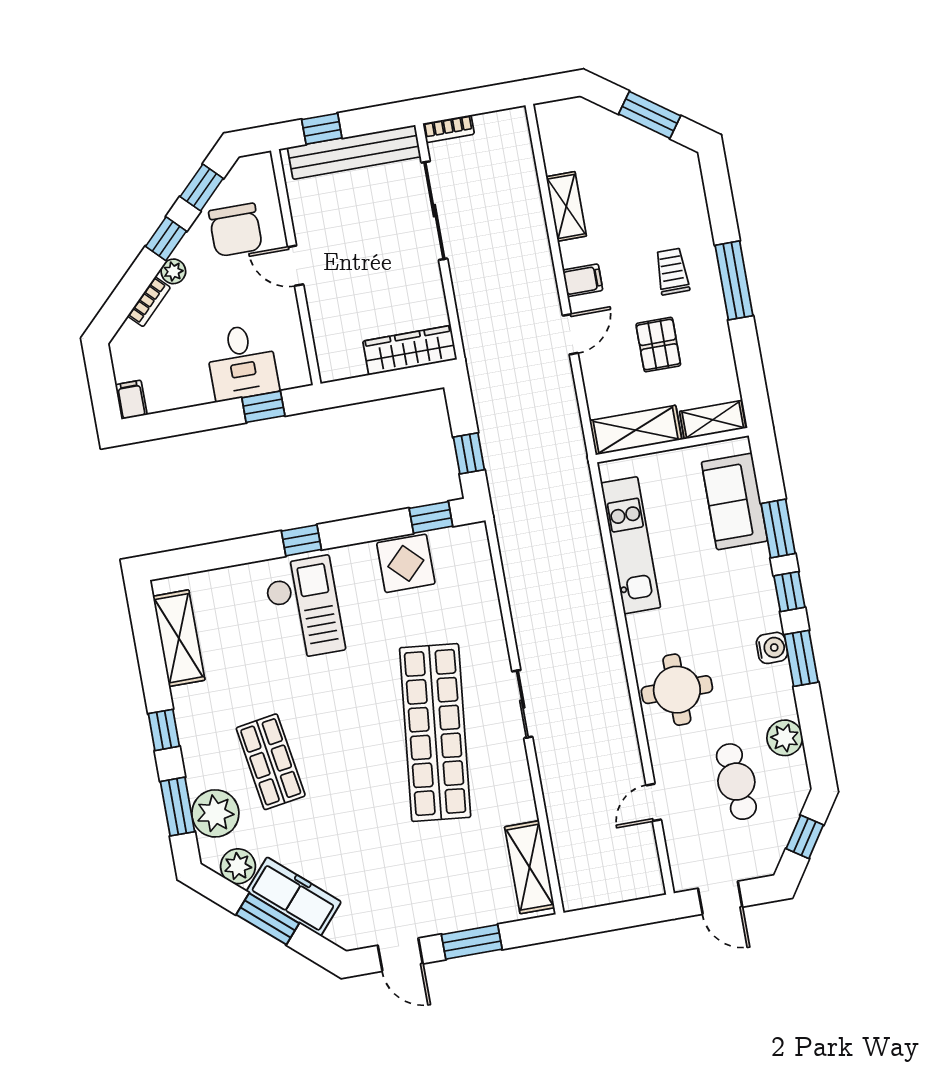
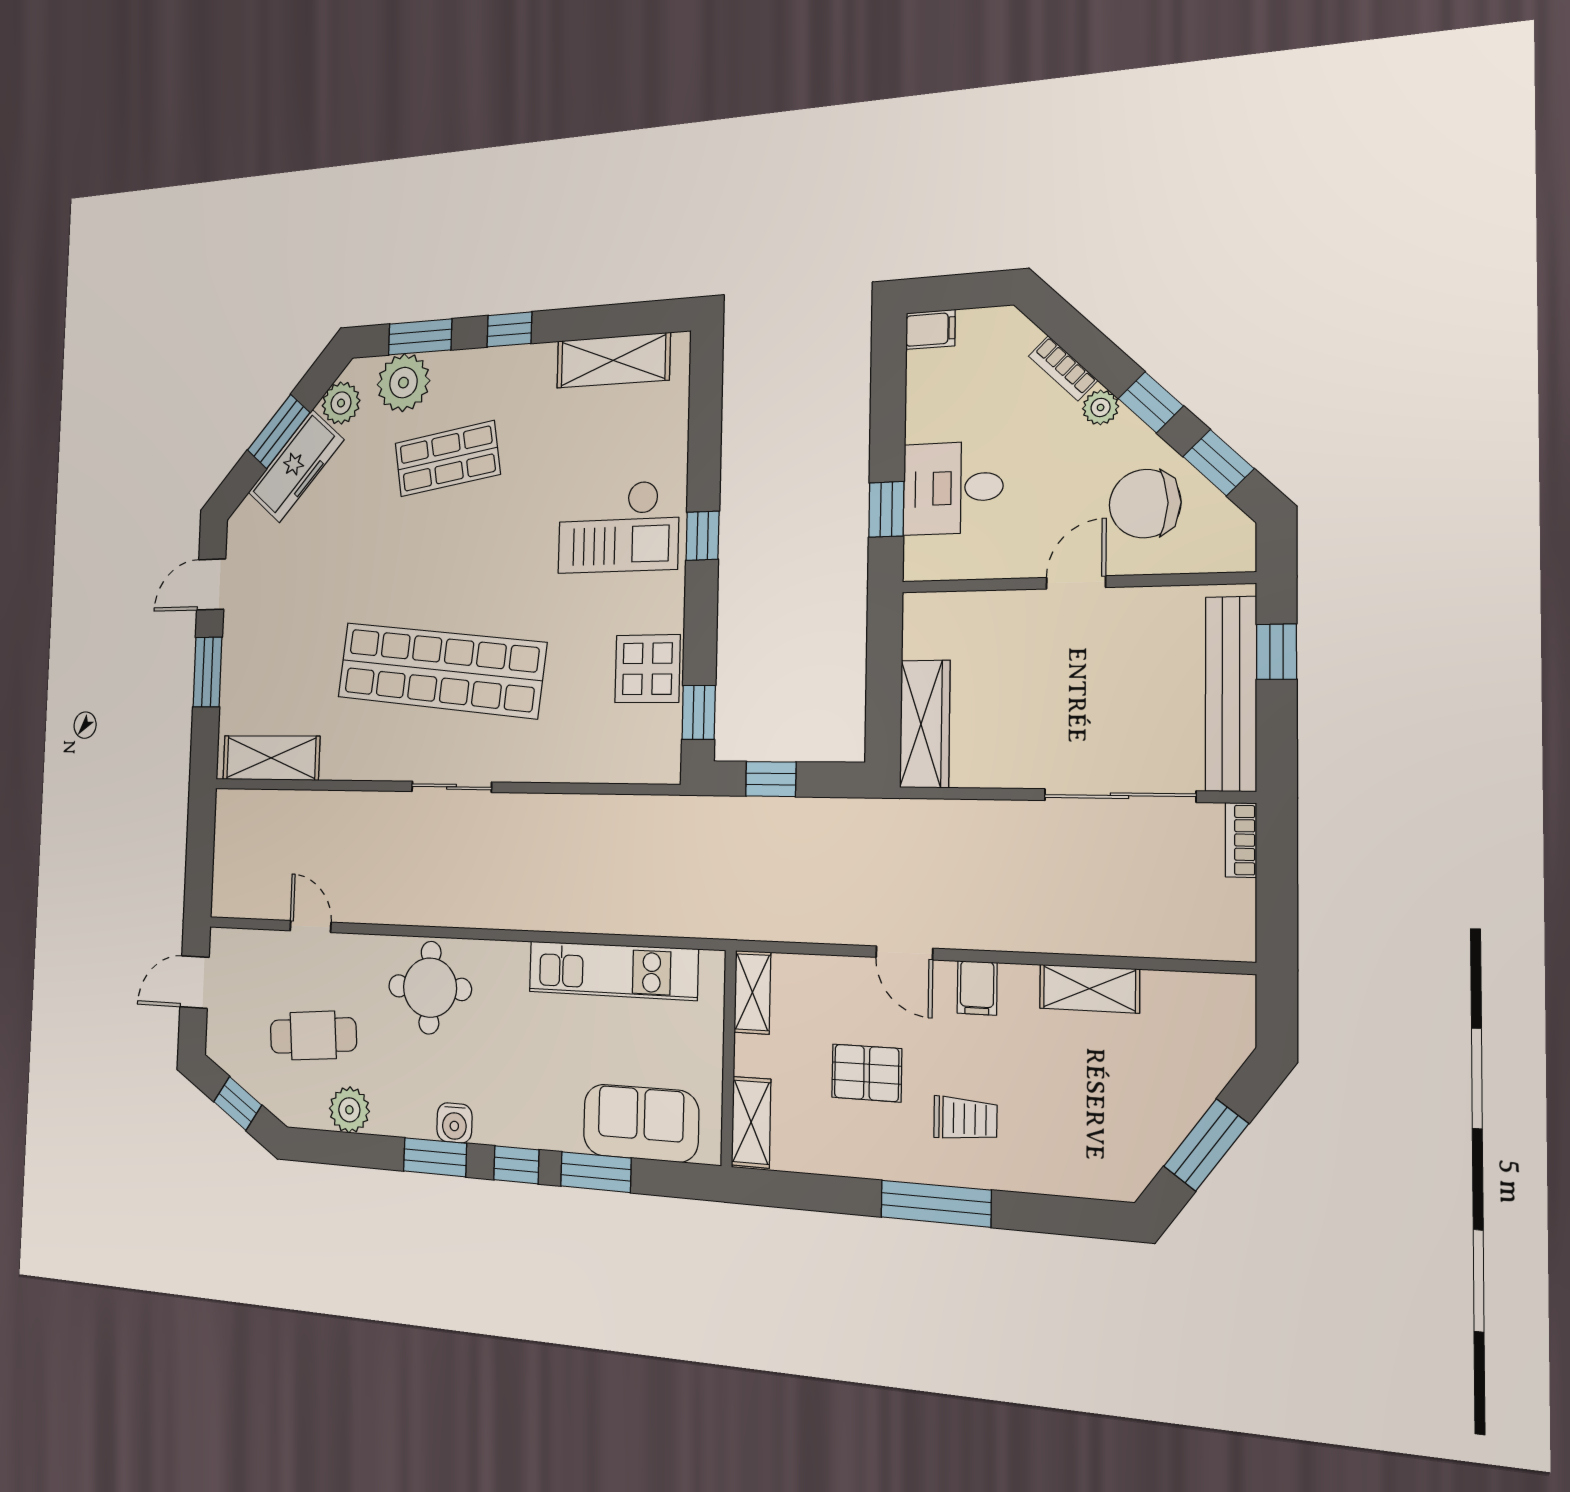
shelving: (636, 430) -> (752, 992), width x0.67, depth x0.75

